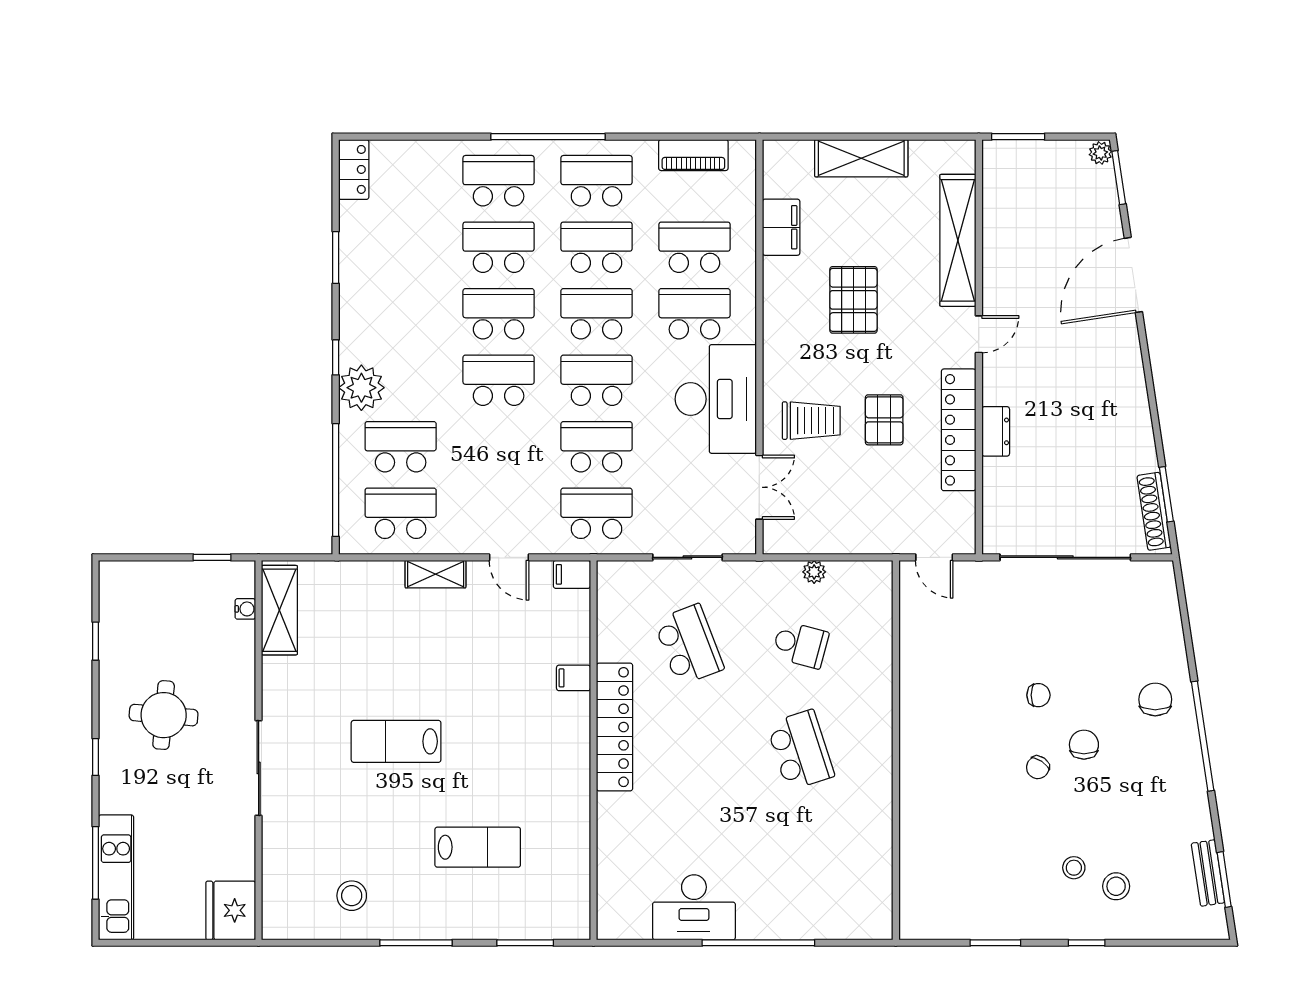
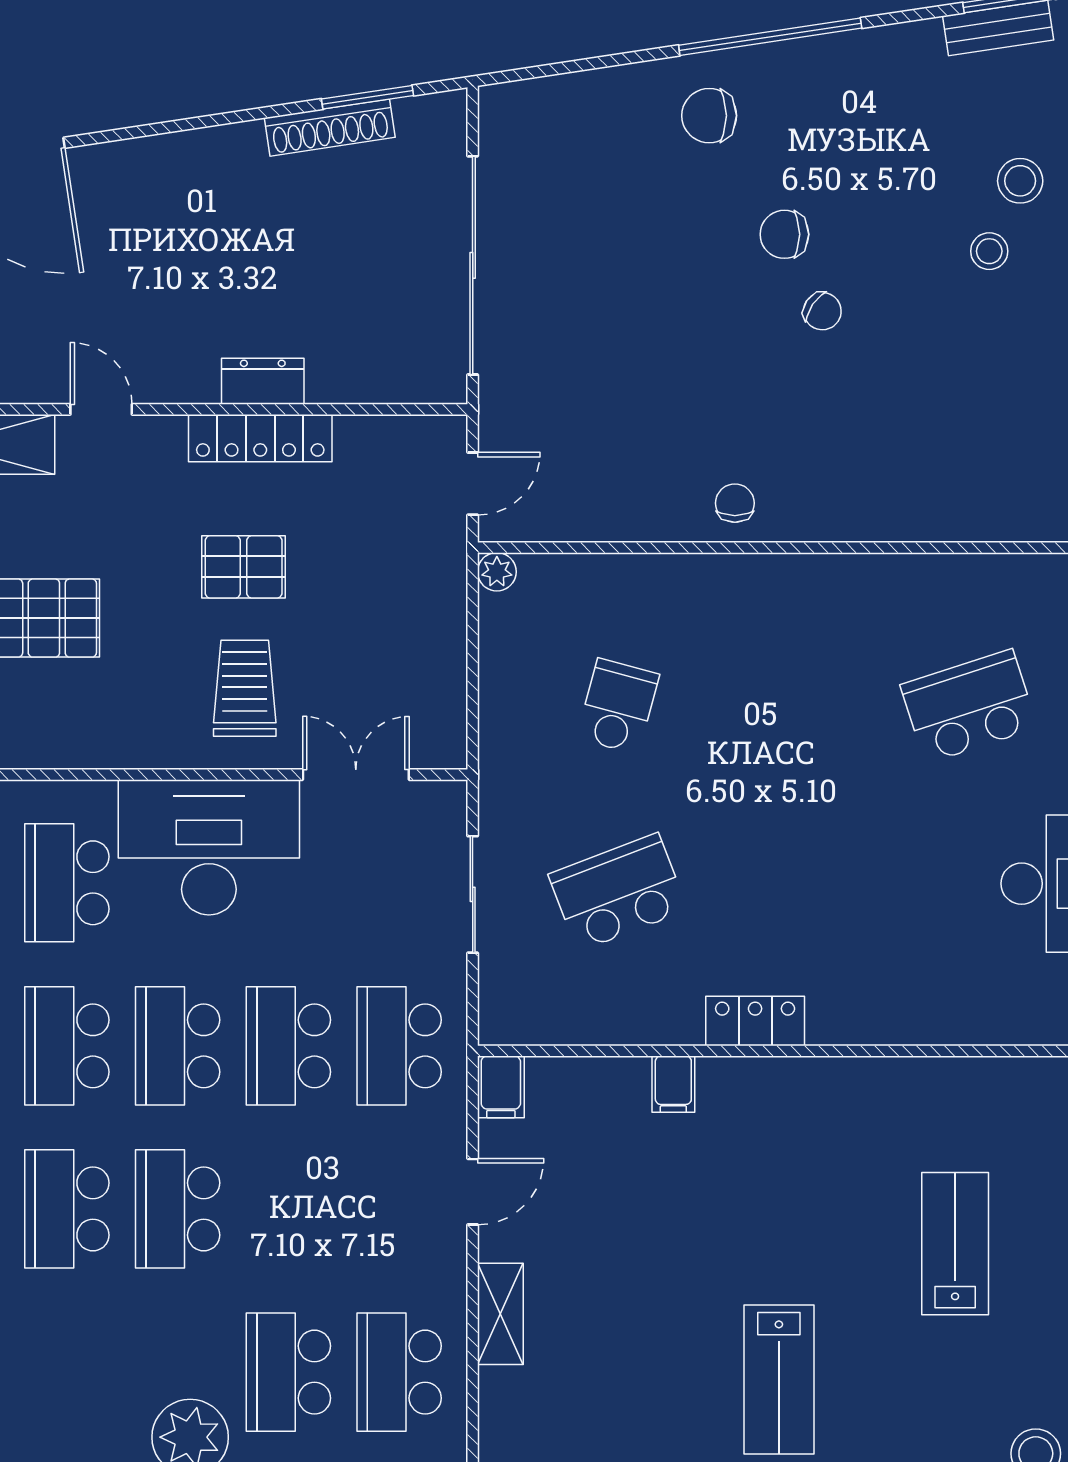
locker: (959, 430) -> (260, 438), width x0.71, depth x0.83
shoe rack: (1154, 511) -> (330, 128), moved
plant: (814, 572) -> (497, 572), moved
chair: (1038, 695) -> (735, 503), moved
locker: (615, 727) -> (755, 1021), width x0.46, depth x0.83
school desk: (800, 750) -> (969, 706), moved

